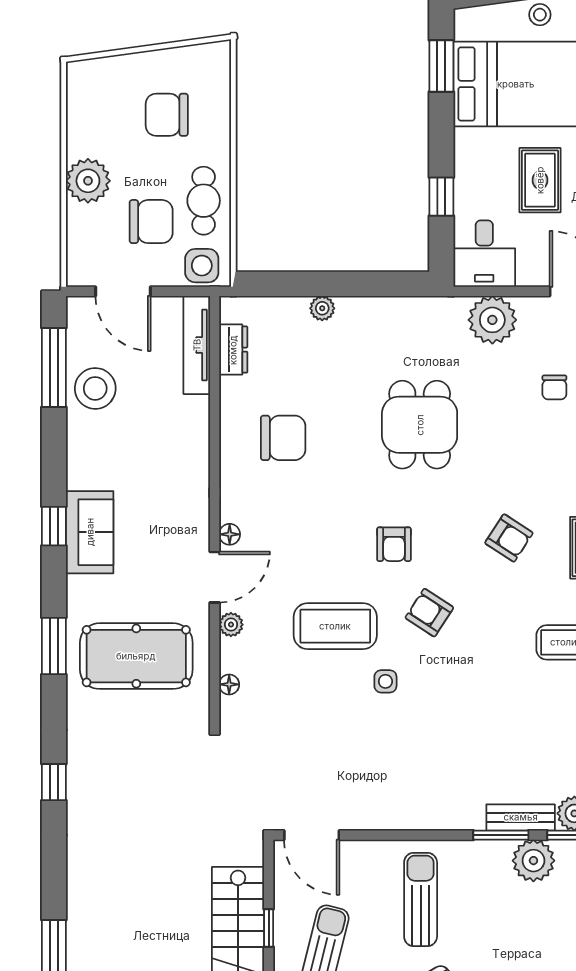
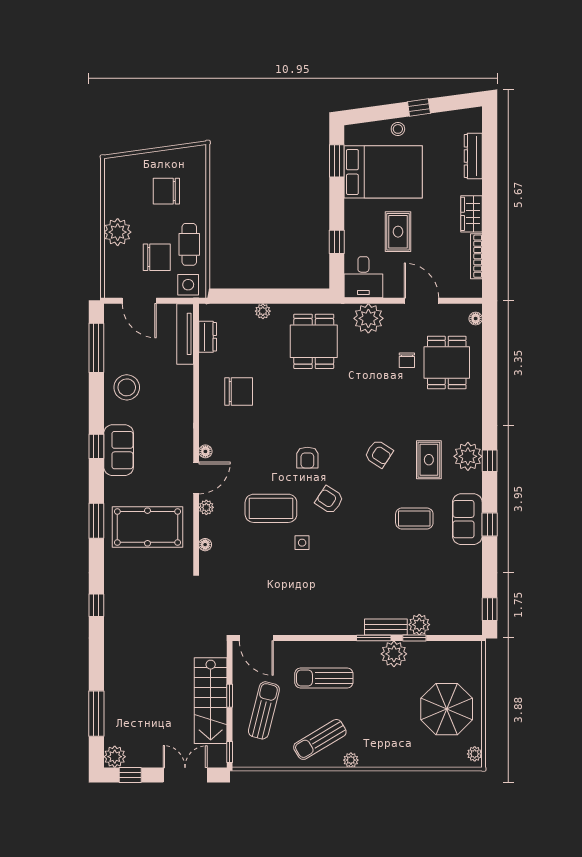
stool: (95, 388) -> (127, 387), moved
dining table: (420, 425) -> (314, 341), moved
sun lounger: (421, 899) -> (324, 678), turned -90

